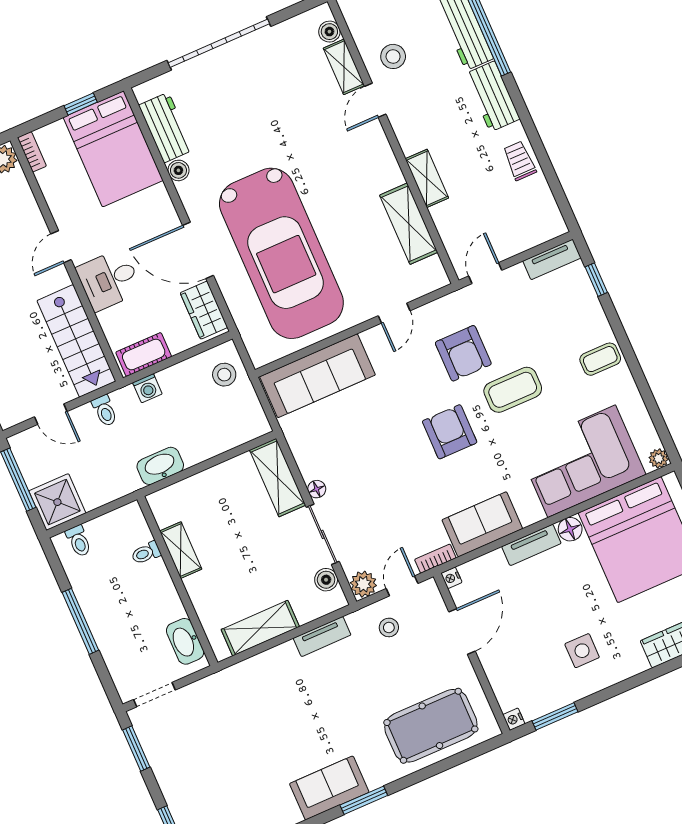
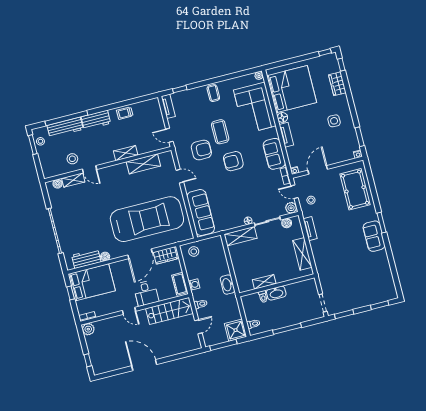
door: (462, 631) -> (318, 170), hinge flipped
washbasin: (185, 641) -> (276, 293), moved

